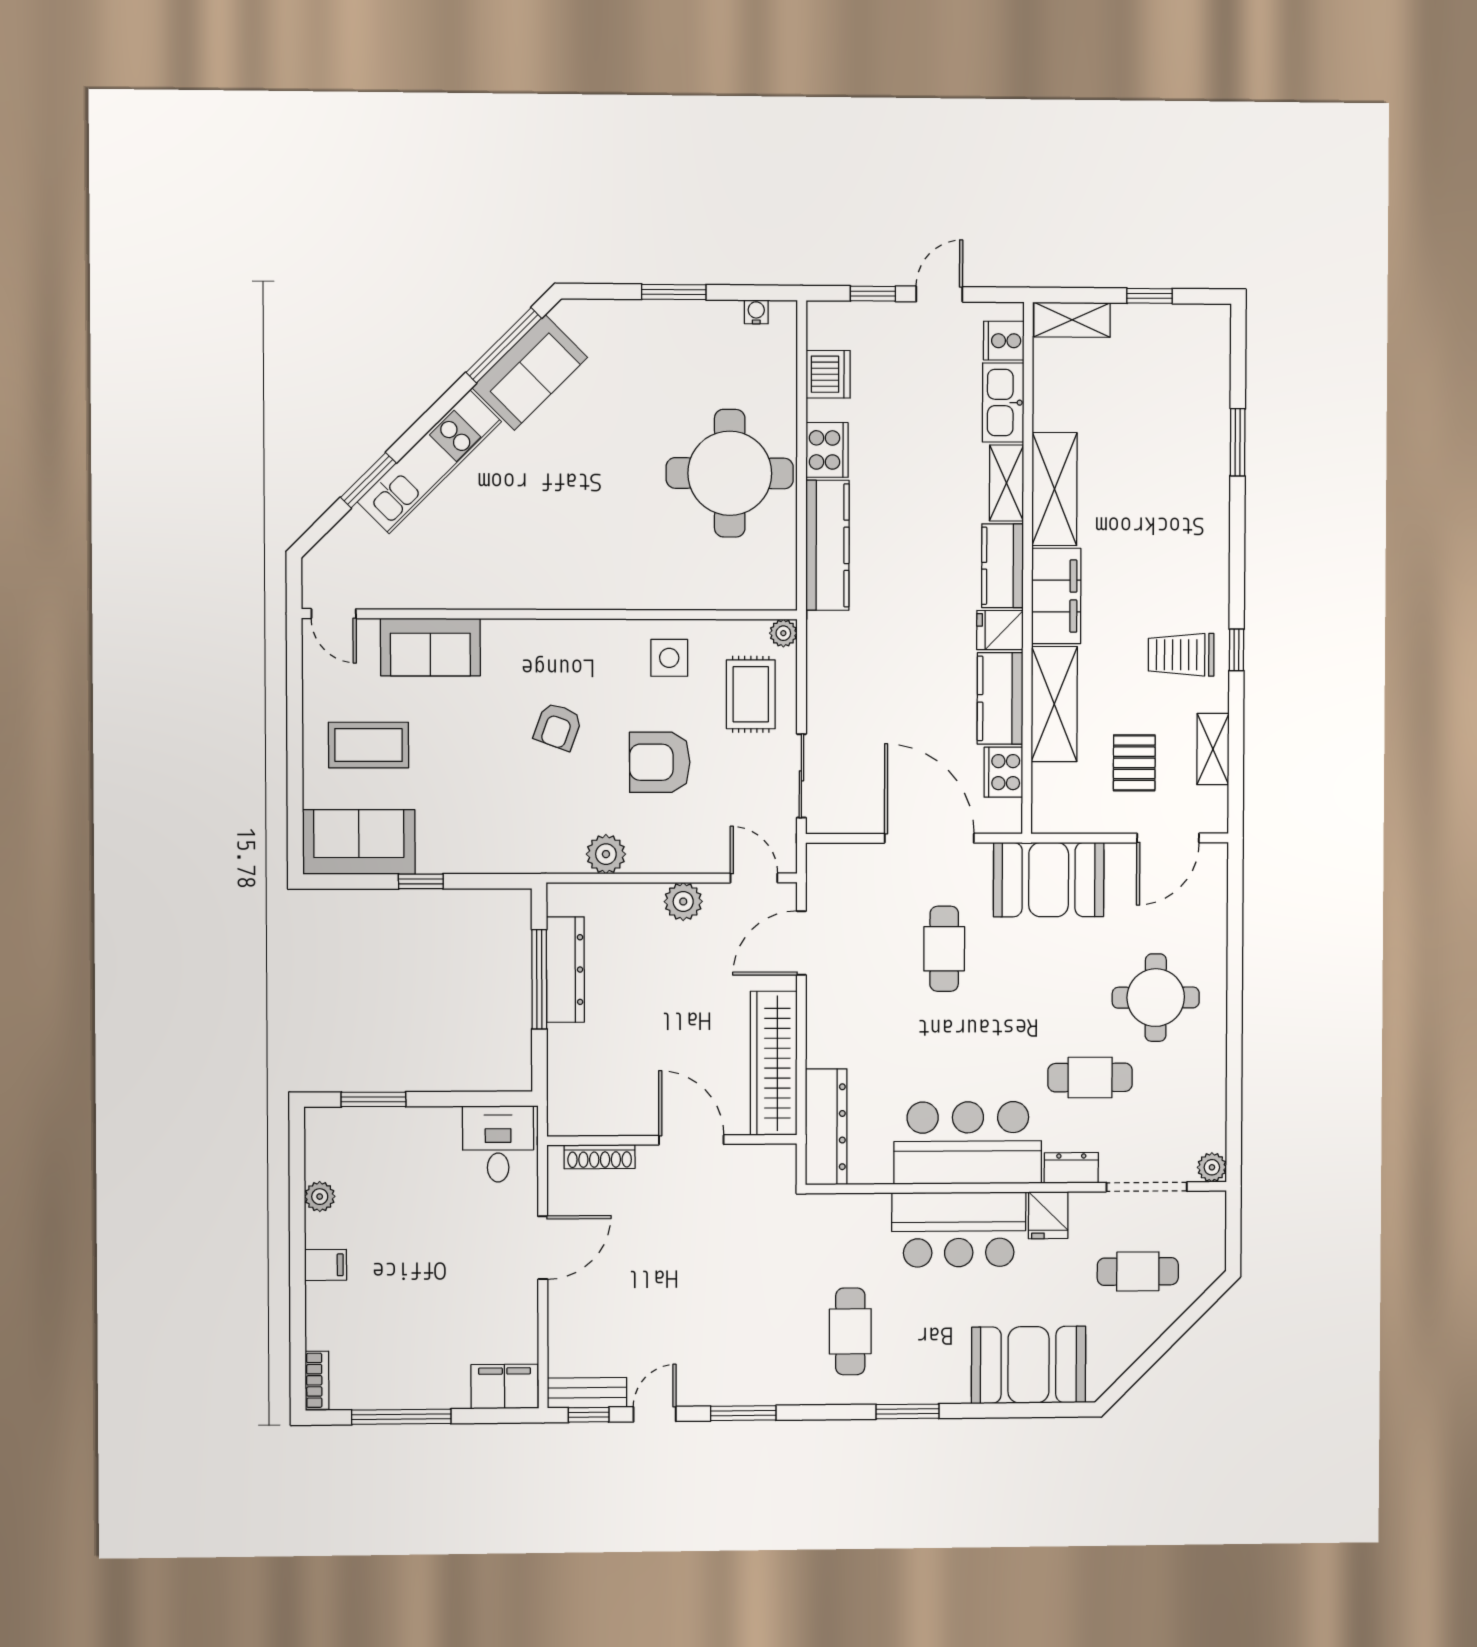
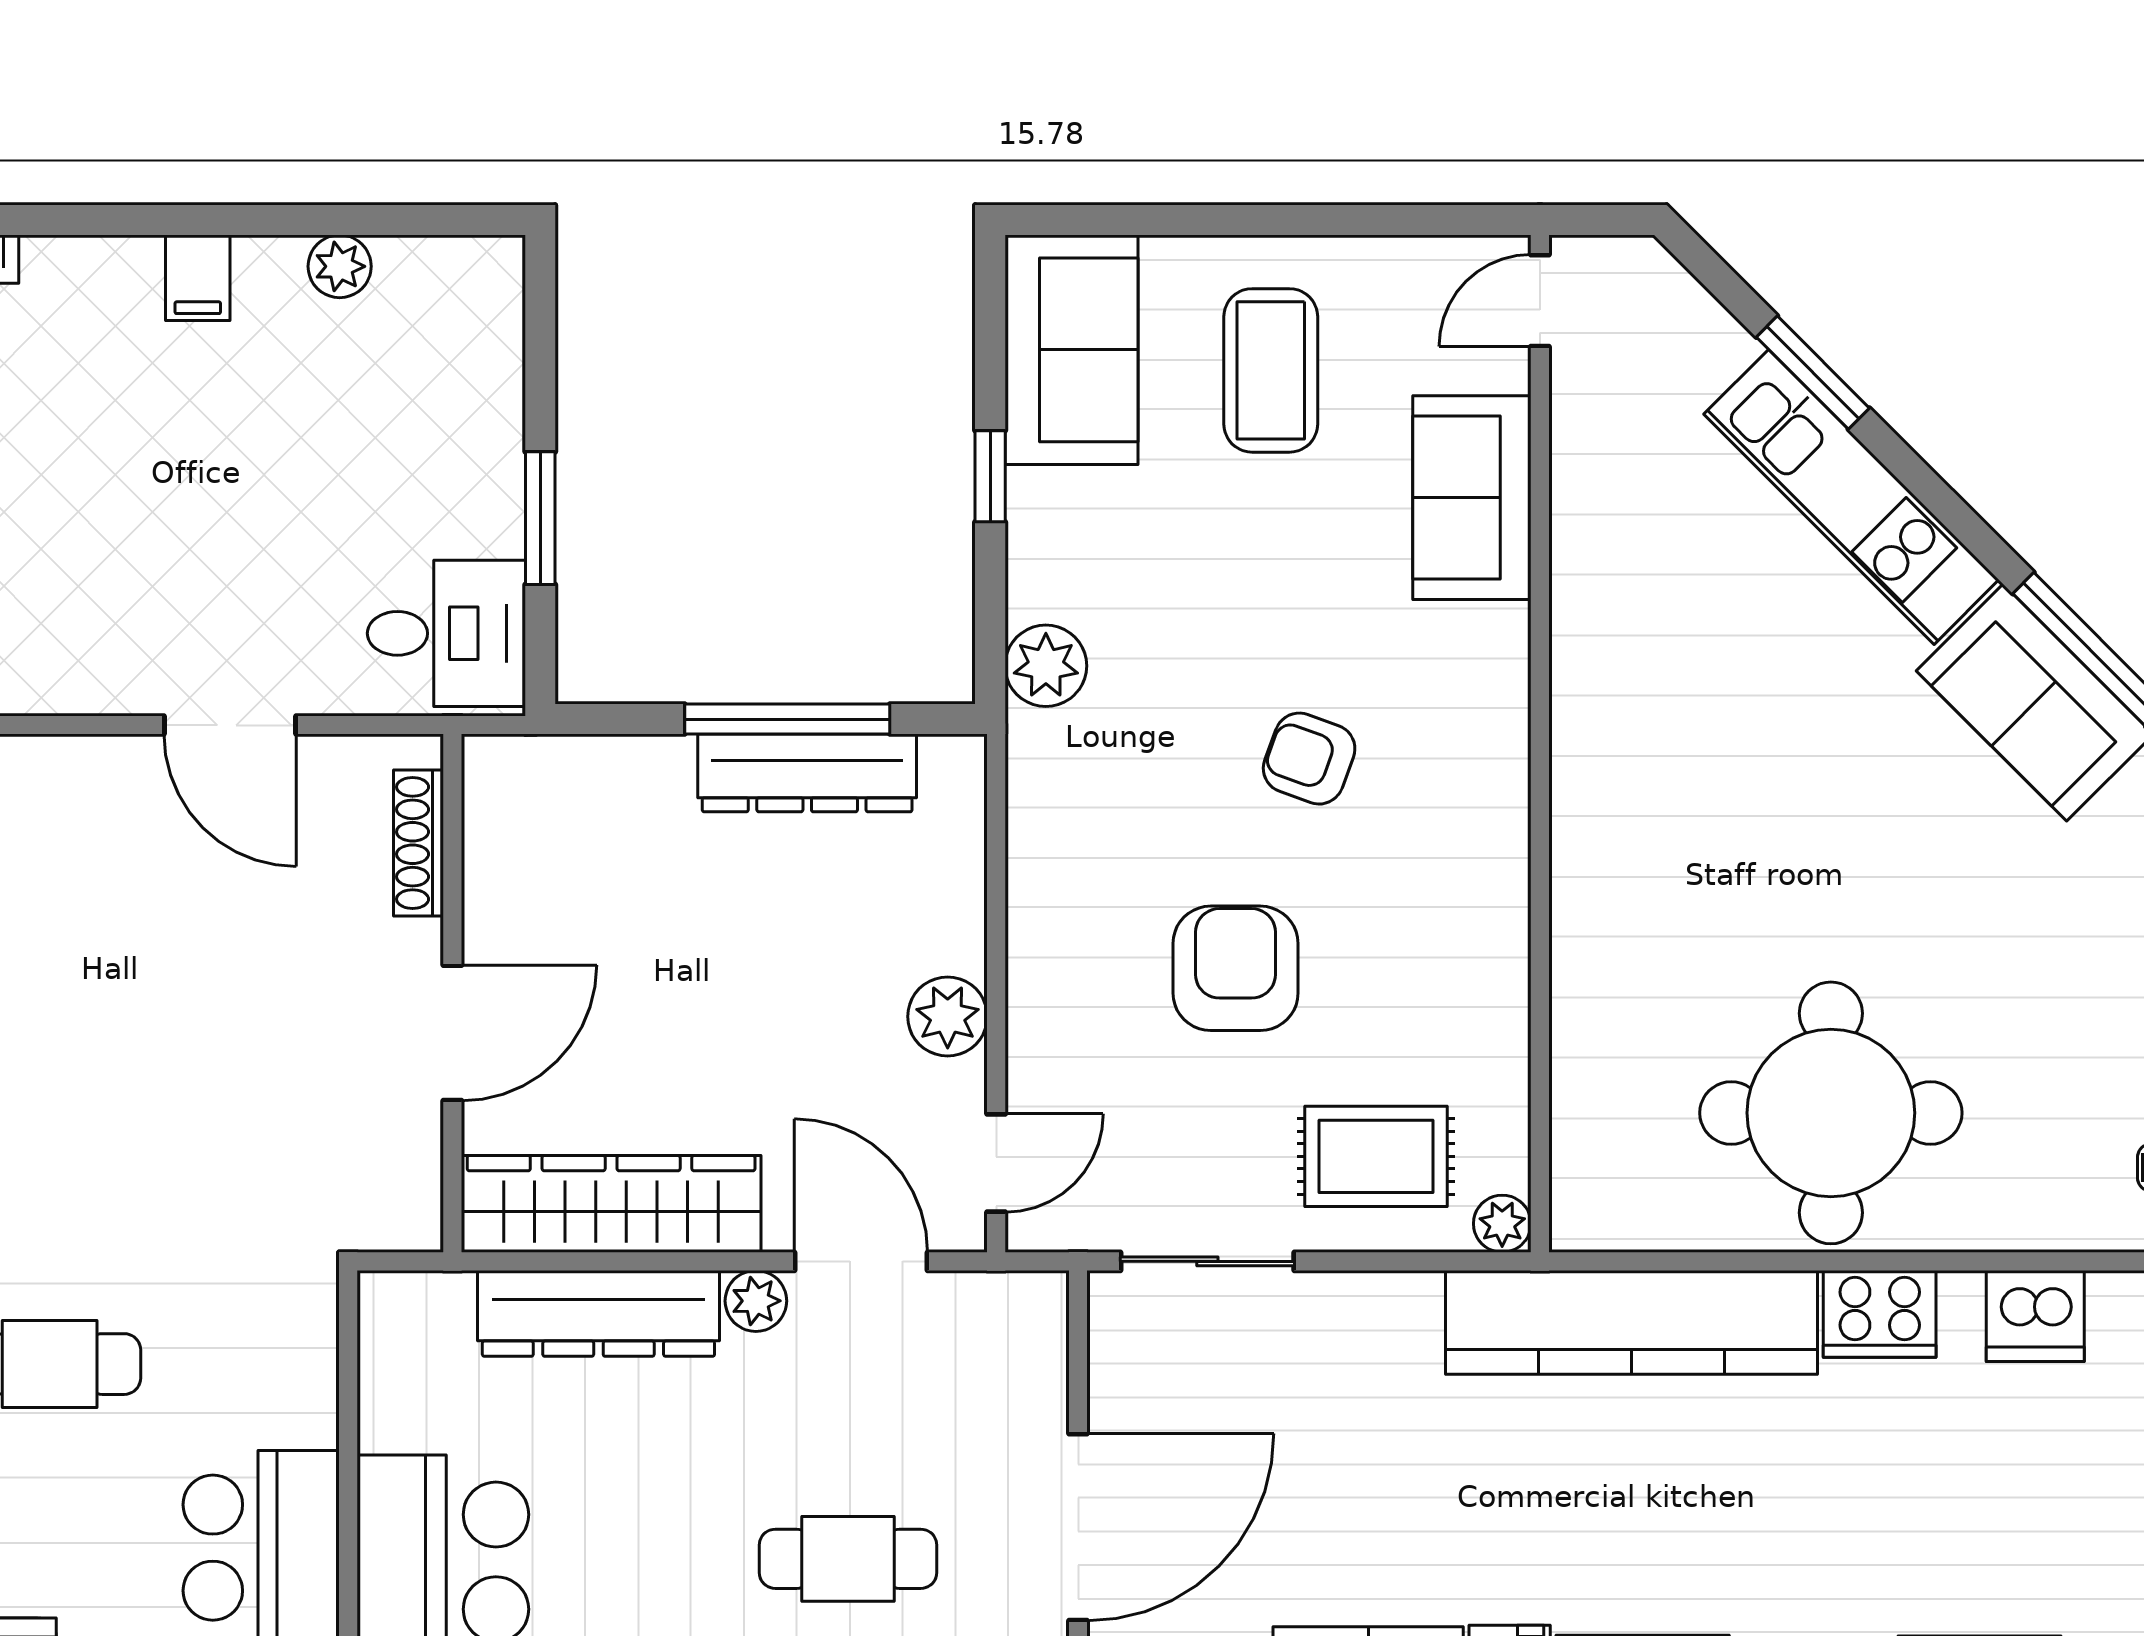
kitchen counter: (827, 545) -> (1632, 1322), width x1.39, depth x1.17
side table: (669, 658) -> (1451, 988), removed
plant: (606, 854) -> (1046, 666), moved
plant: (820, 993) -> (756, 1301), added
window: (373, 1099) -> (540, 518), moved
dresser: (826, 1127) -> (598, 1313), moved

